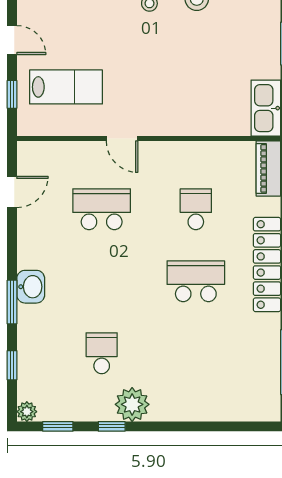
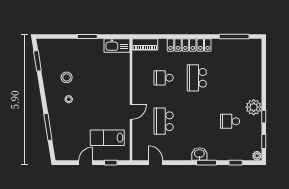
lab bench: (66, 87) -> (107, 138), turned -90

